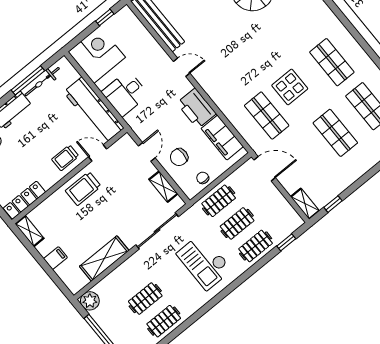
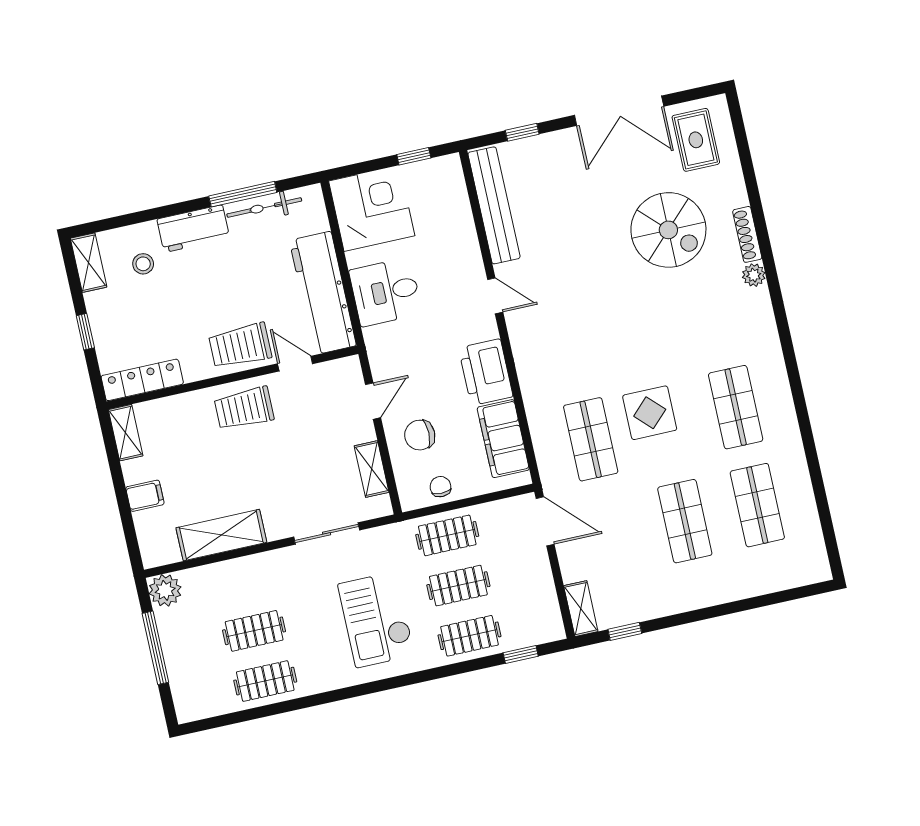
trolley: (65, 158) -> (240, 346), width x1.36, depth x1.39
sliding door: (157, 231) -> (327, 534), width x0.73

